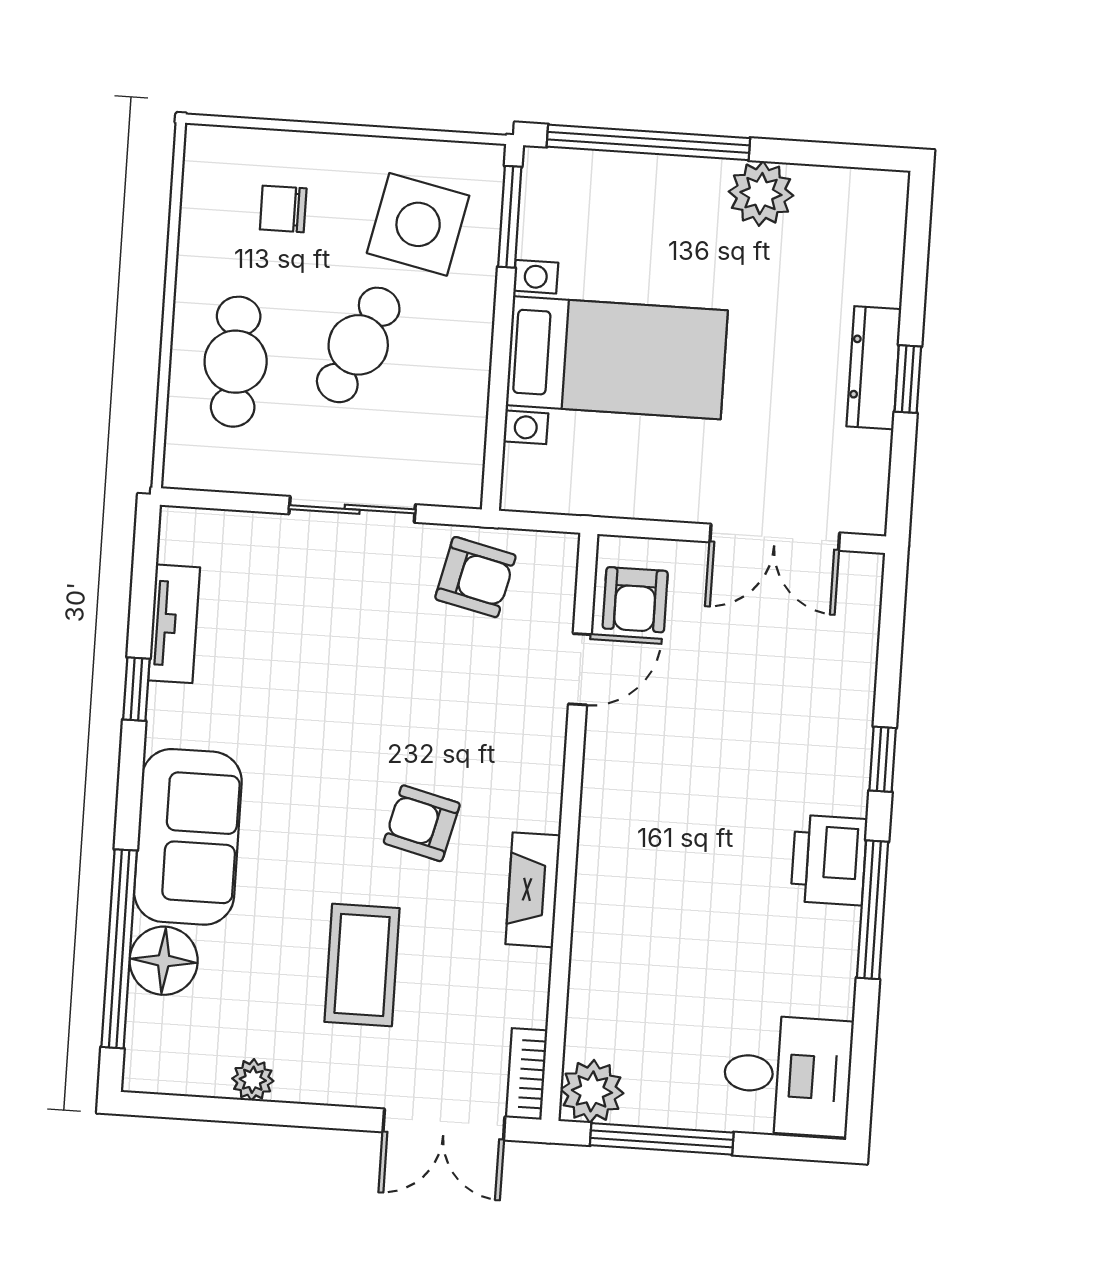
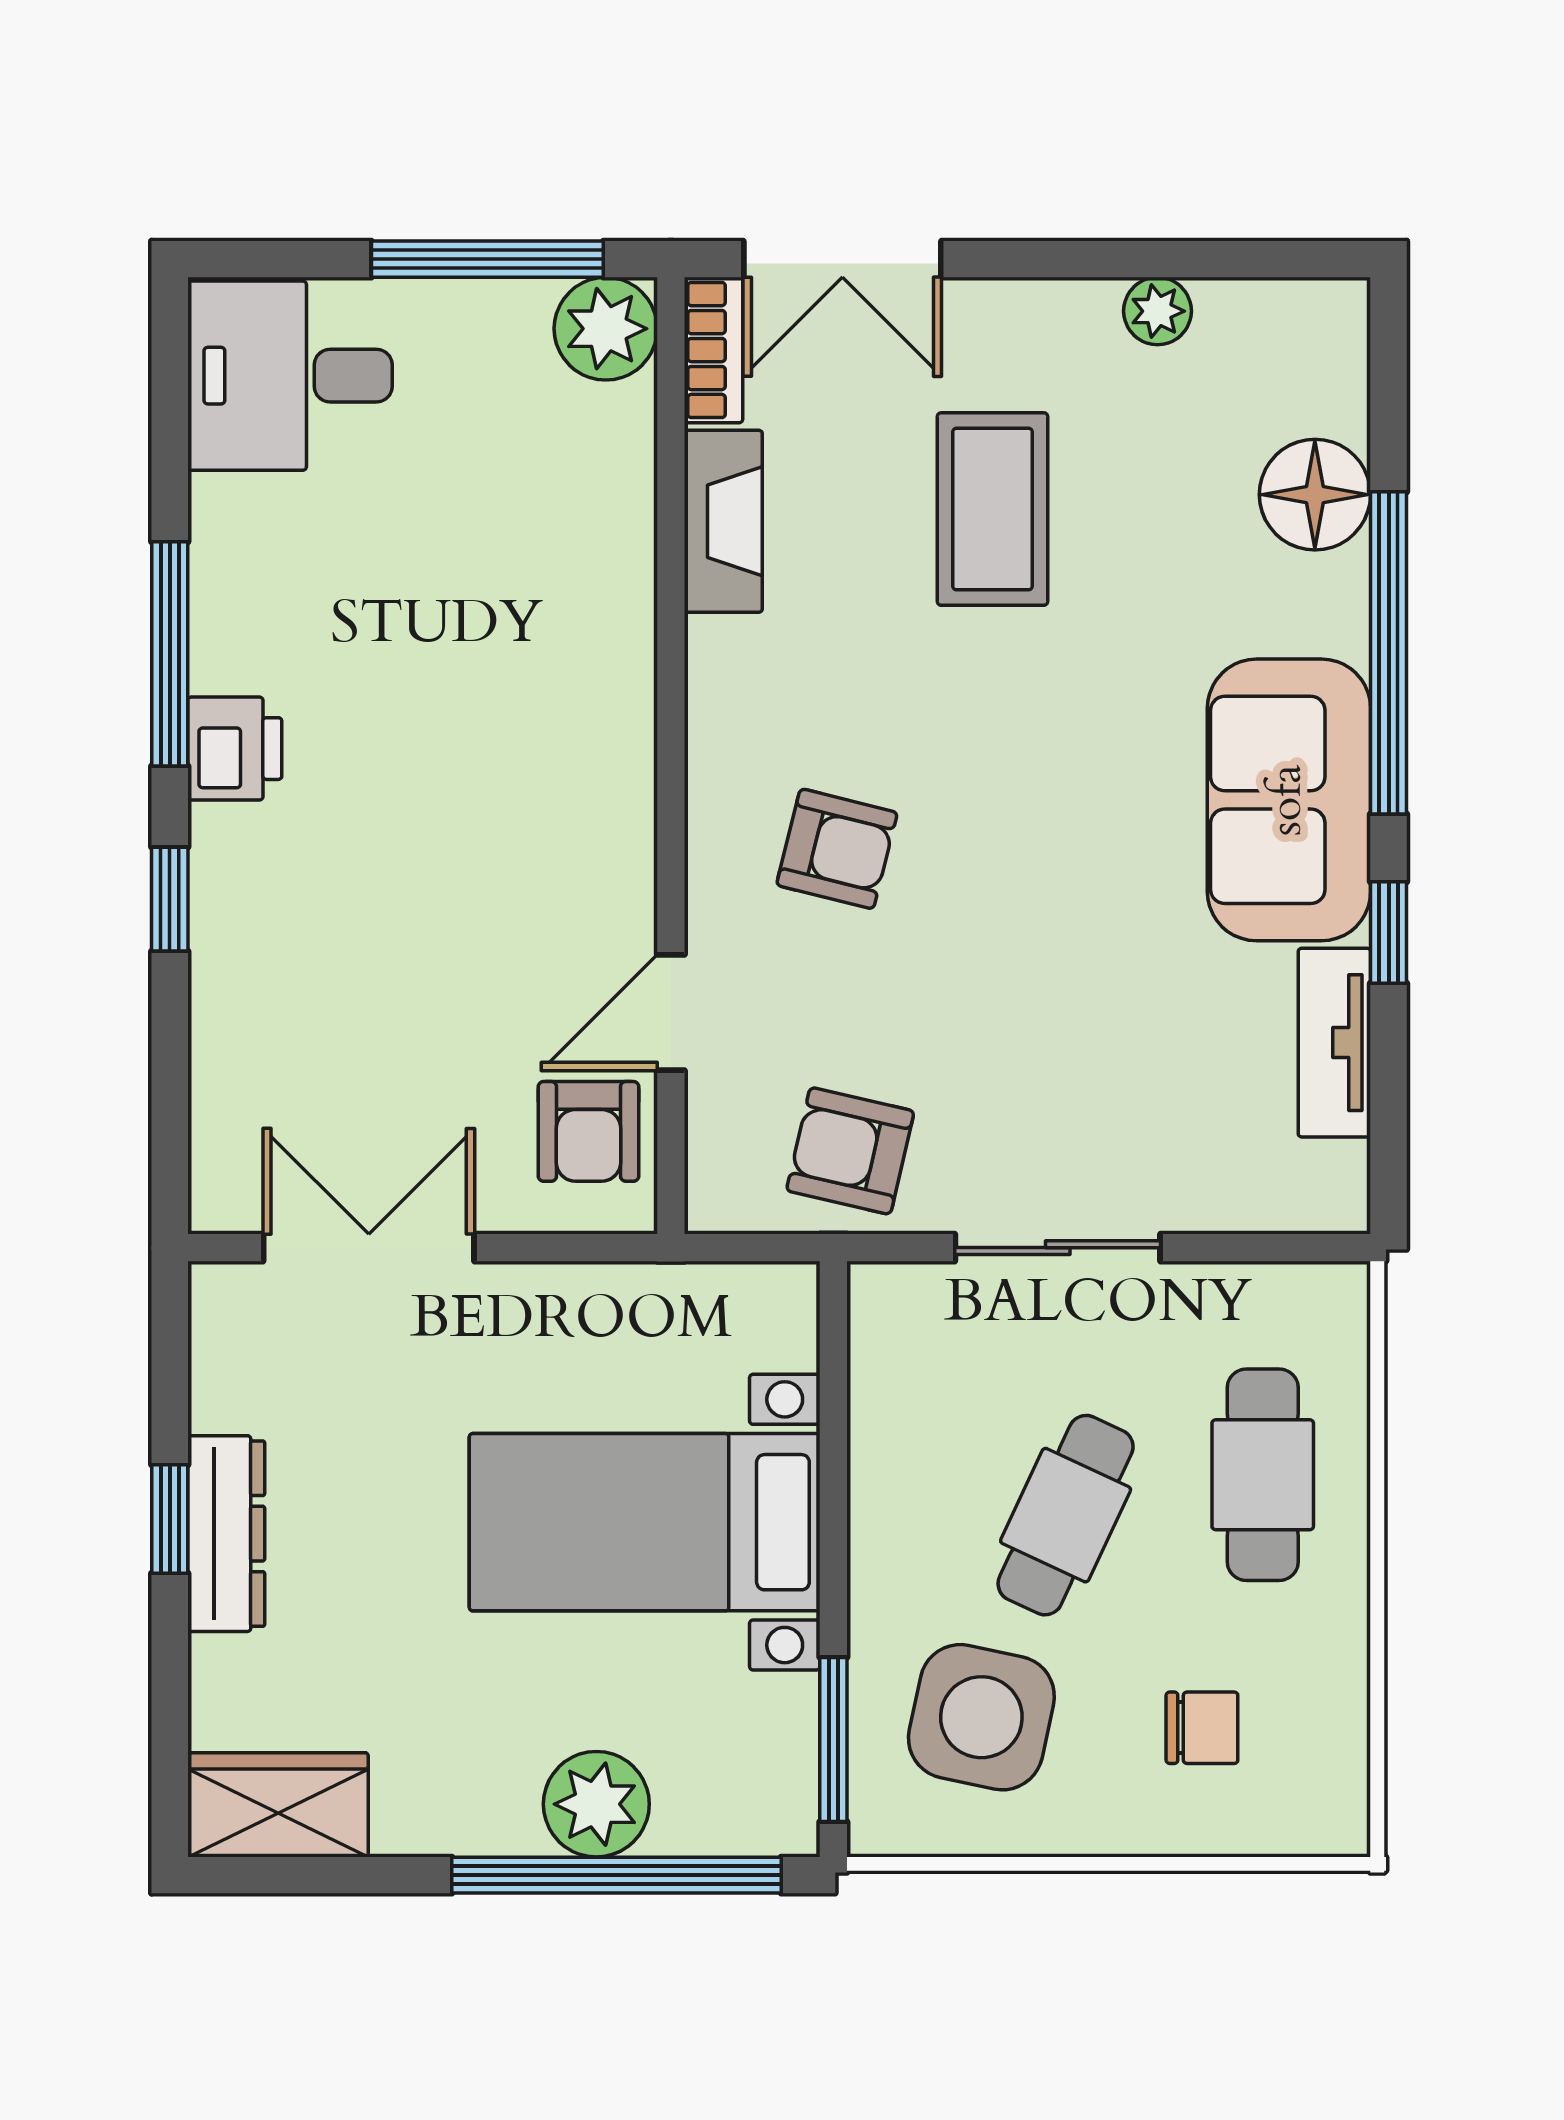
plant: (761, 194) -> (596, 1804), moved
wardrobe: (853, 199) -> (278, 1805), added
armchair: (635, 600) -> (589, 1131), turned 180
armchair: (422, 823) -> (837, 849), moved
sofa: (188, 837) -> (1289, 800), moved
printer: (829, 860) -> (235, 749), width x0.73, depth x0.81
fireplace: (533, 890) -> (723, 521), moved
window: (119, 949) -> (1389, 653), moved
double door: (444, 1124) -> (842, 259), swing flipped

